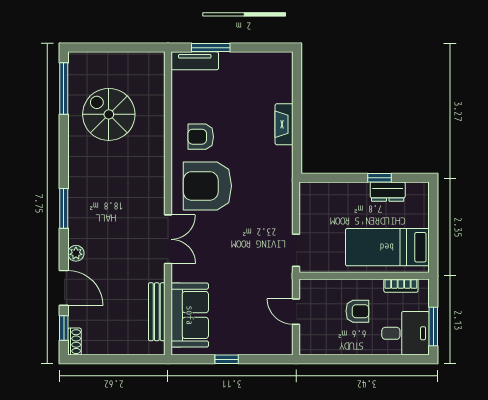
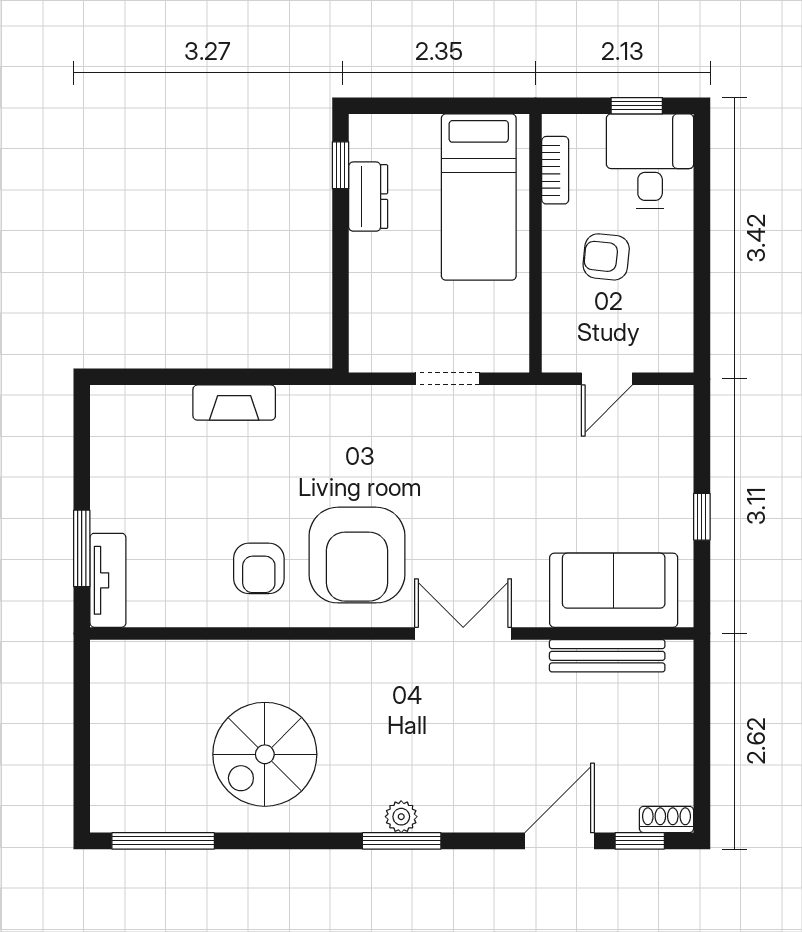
spiral stairs: (109, 114) -> (265, 754), moved
window: (380, 178) -> (340, 165), moved
doorway: (296, 250) -> (447, 379), moved
plant: (76, 253) -> (401, 817), moved
armchair: (357, 311) -> (606, 257), turned -84
window: (433, 327) -> (637, 106), width x0.67

